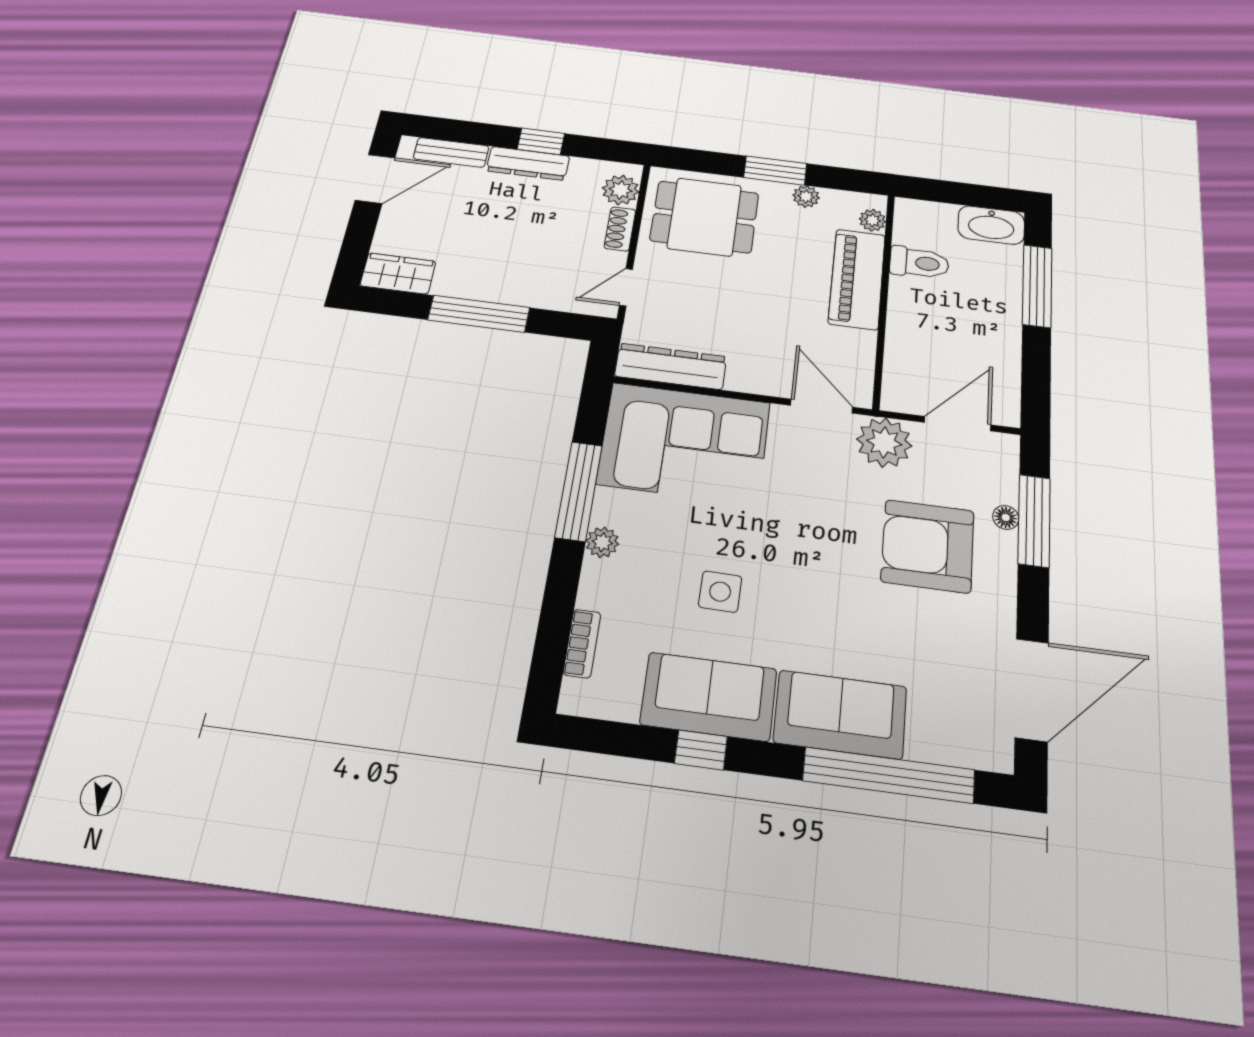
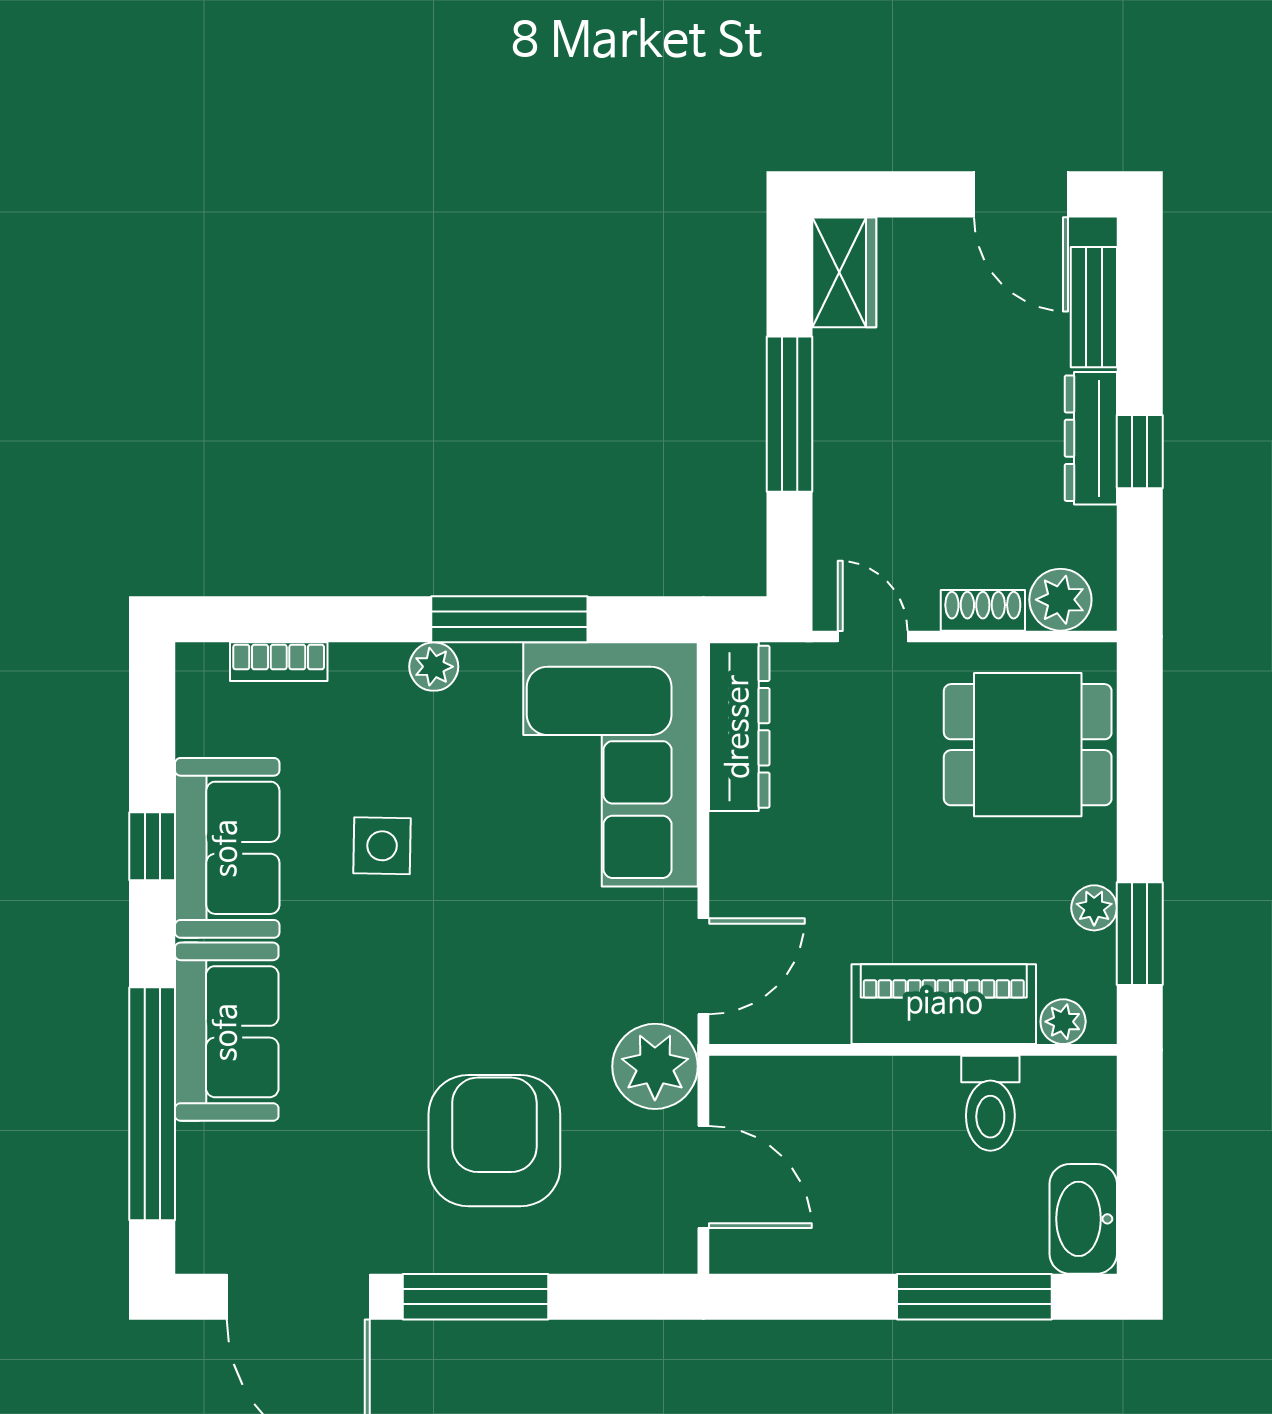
window: (775, 171) -> (1140, 934), moved
dining table: (704, 217) -> (1028, 745), turned 90
floor lamp: (1006, 517) -> (557, 1254), removed
window: (1034, 521) -> (476, 1297), moved

